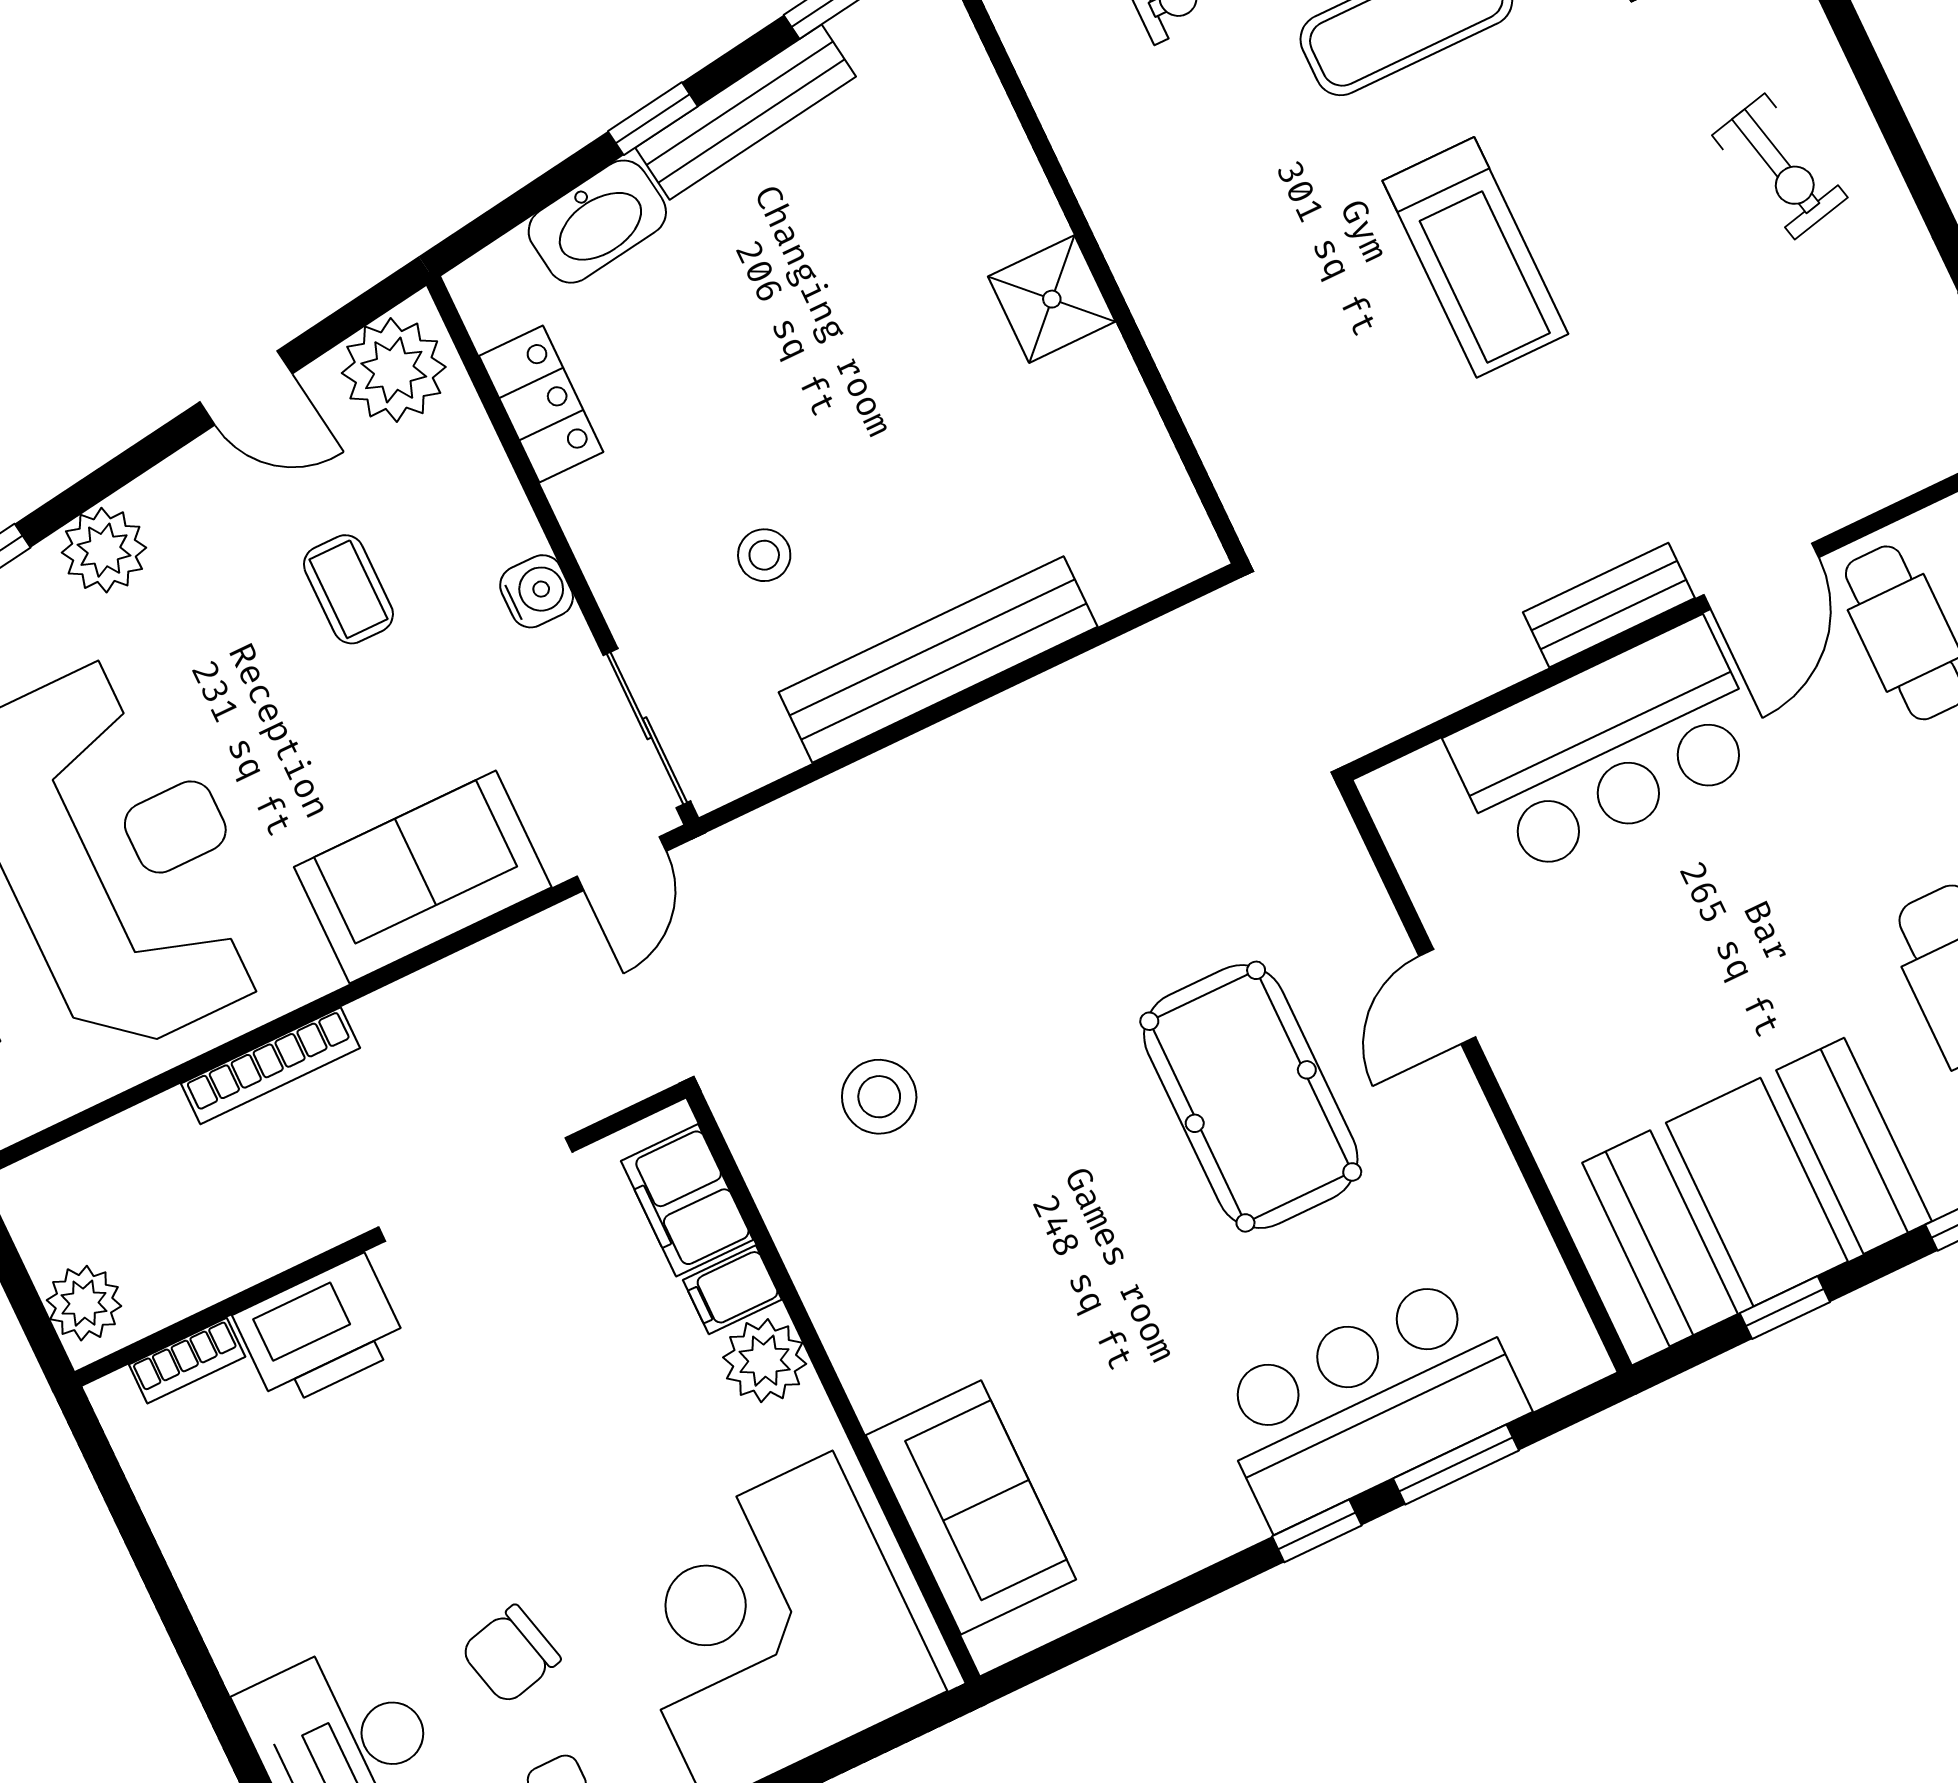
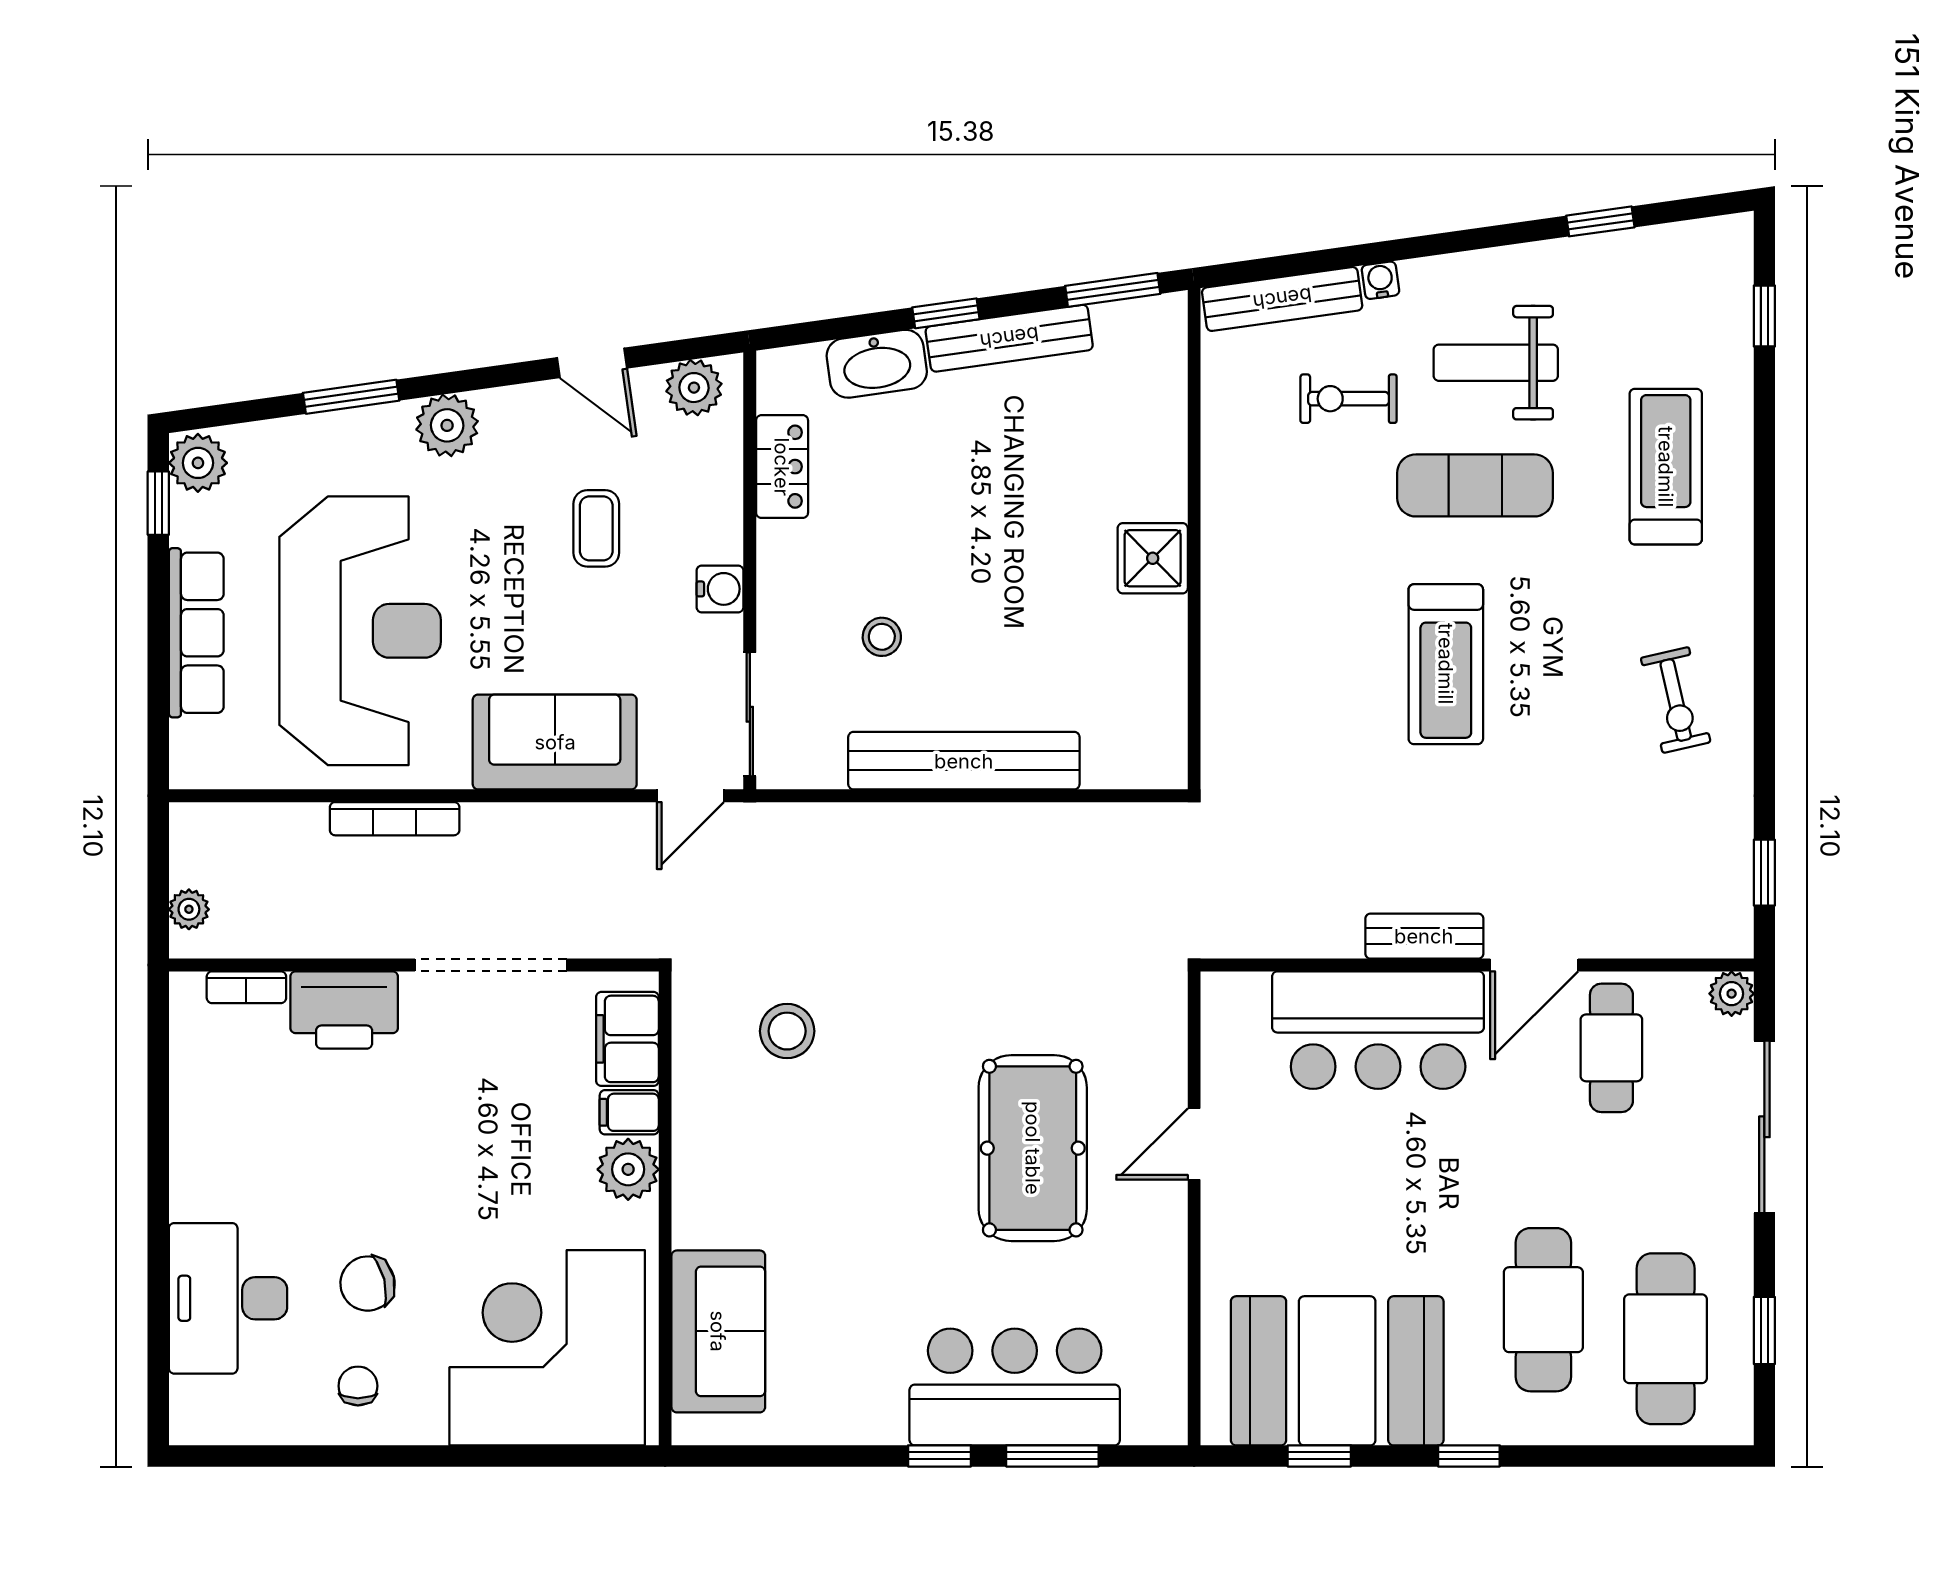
plant: (394, 370) -> (694, 388), width x0.73, depth x0.73
plant: (84, 1303) -> (189, 909), width x0.73, depth x0.73

